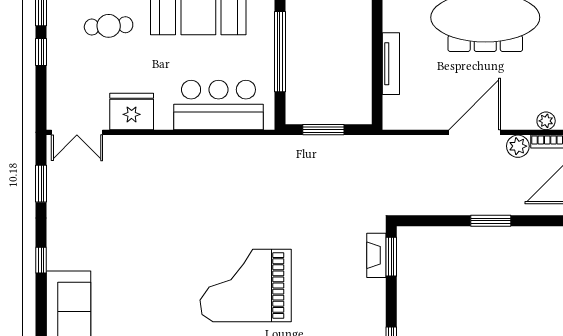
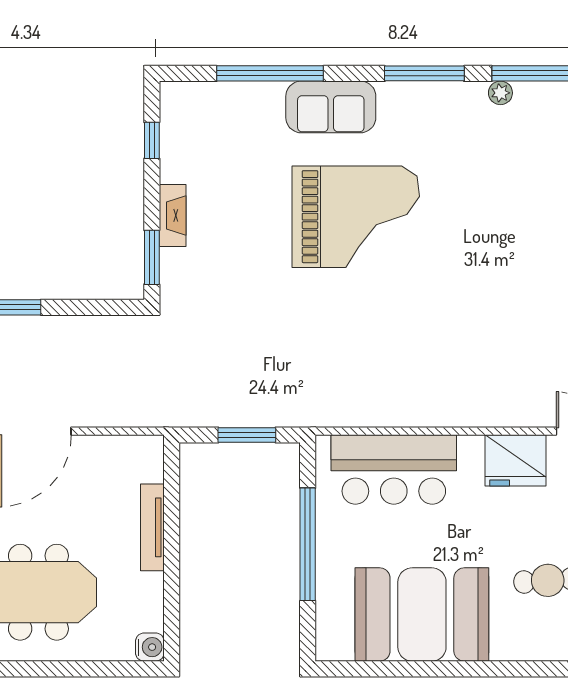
fireplace: (376, 255) -> (173, 215), moved

